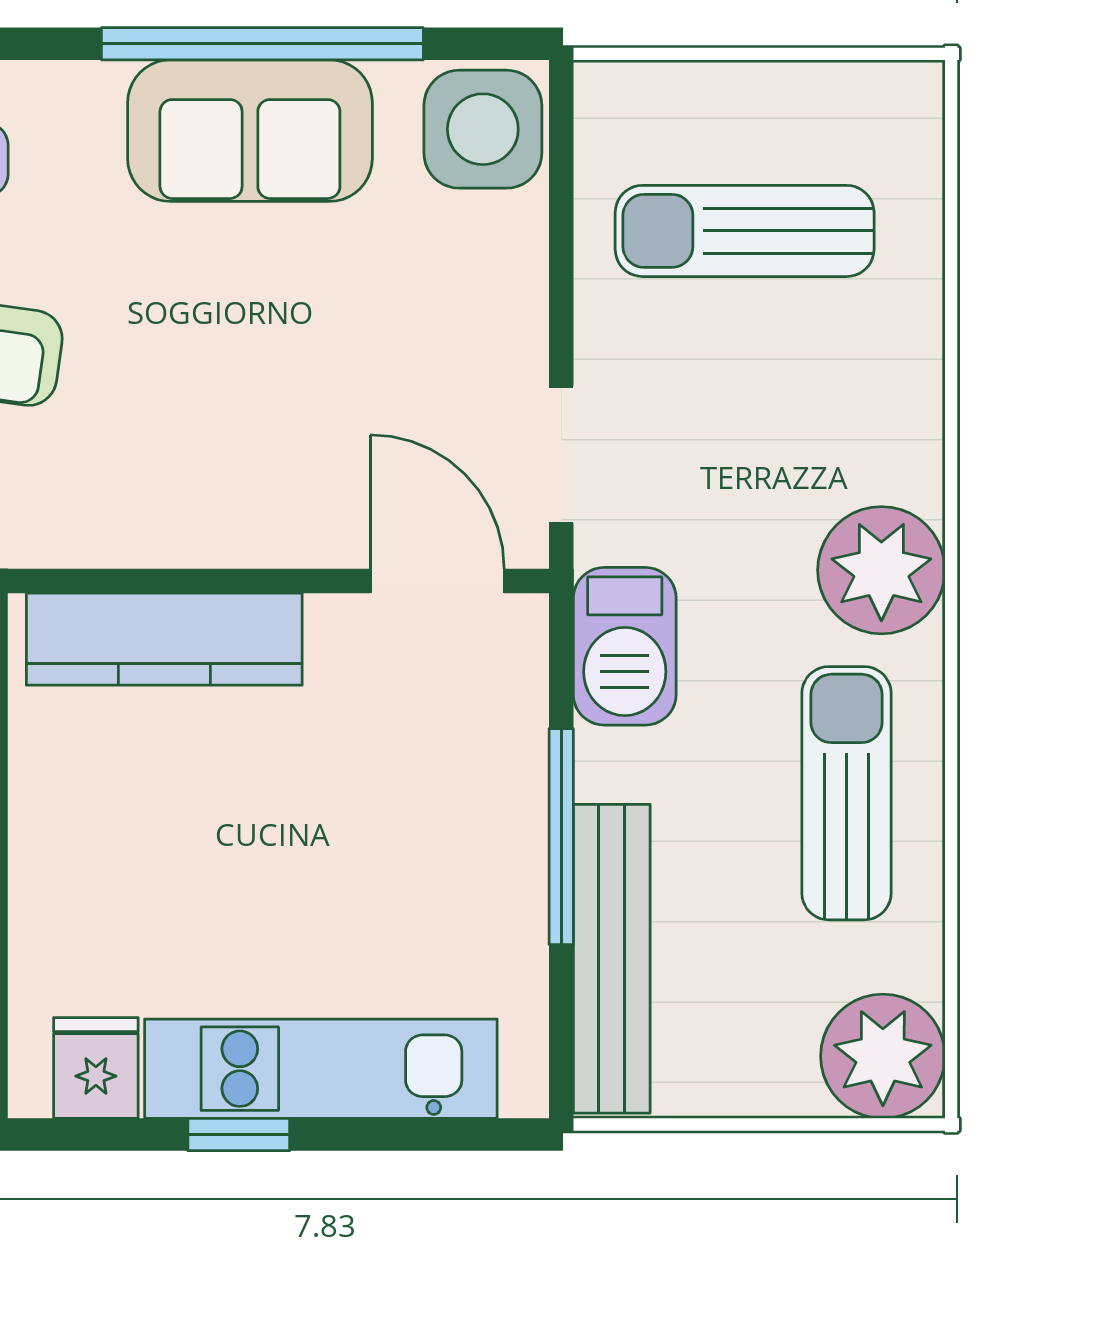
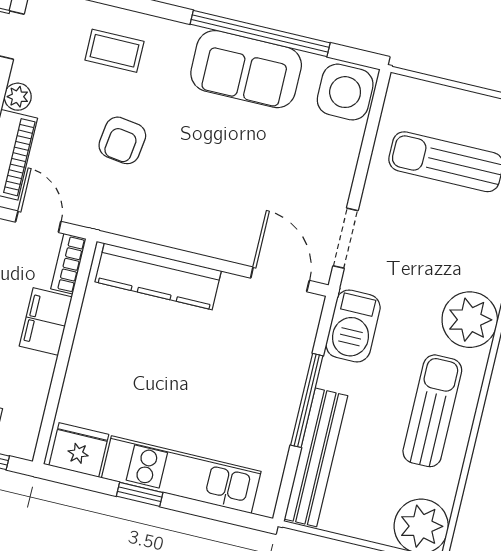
fridge: (96, 1068) -> (79, 450), width x1.38

